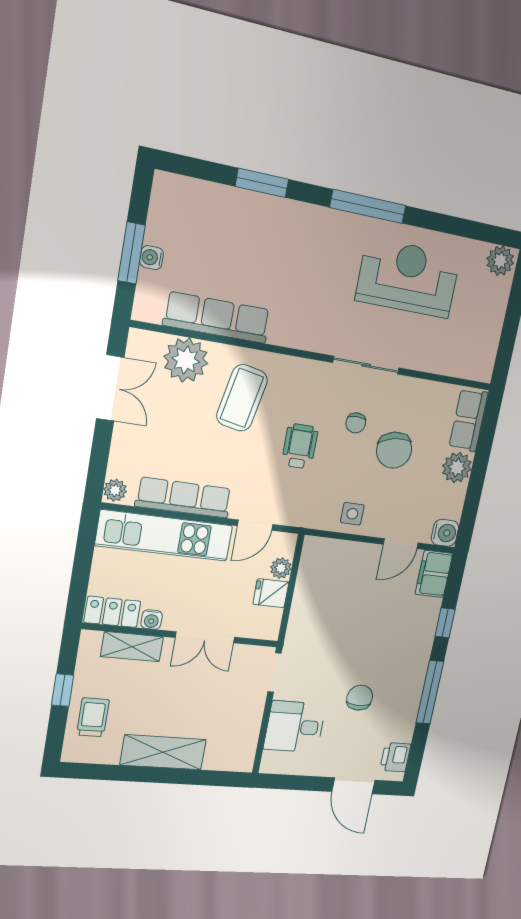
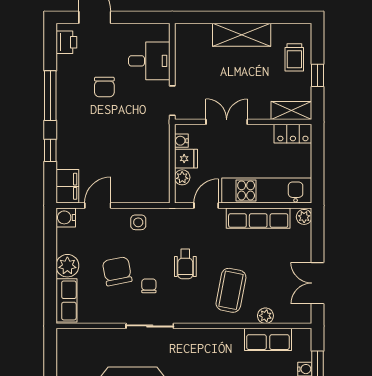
row of seats: (217, 318) -> (268, 339), width x0.68
plant: (186, 360) -> (265, 316), width x0.53, depth x0.53
water cooler: (152, 620) -> (181, 141), moved, turned -90
shelving: (132, 647) -> (291, 110), moved

